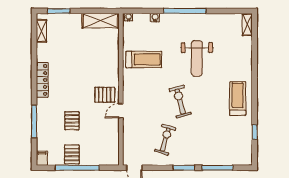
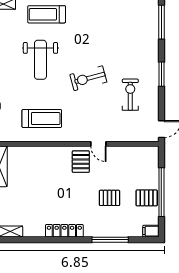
weight bench: (197, 58) -> (40, 60), turned 90
treadmill: (144, 60) -> (42, 118), turned 90
treadmill: (238, 99) -> (47, 14), moved
exercise bike: (165, 140) -> (130, 95), turned 74
window: (217, 168) -> (161, 22), moved

